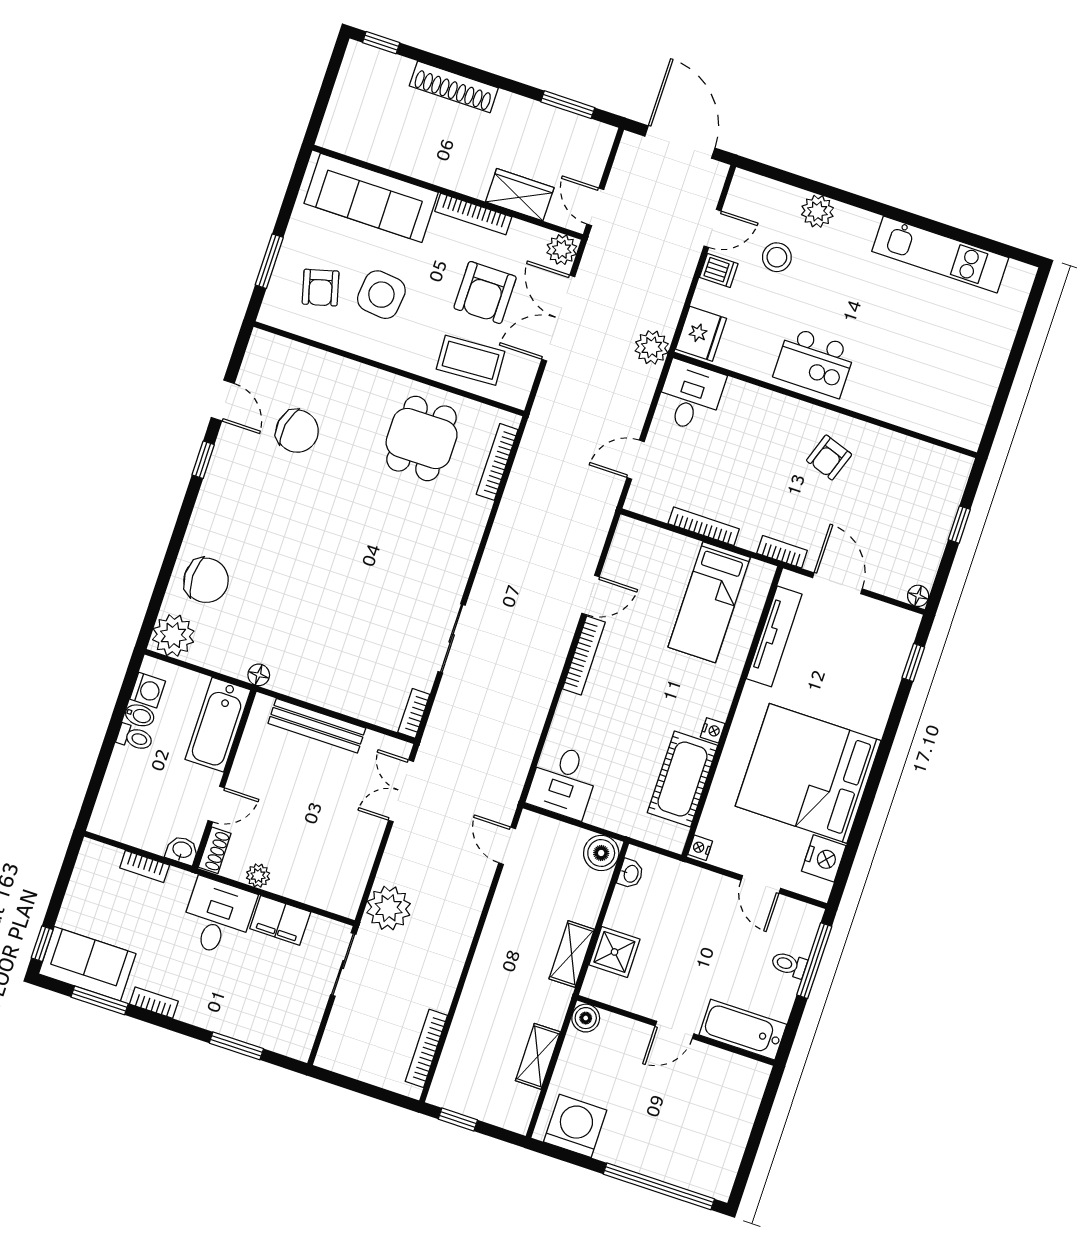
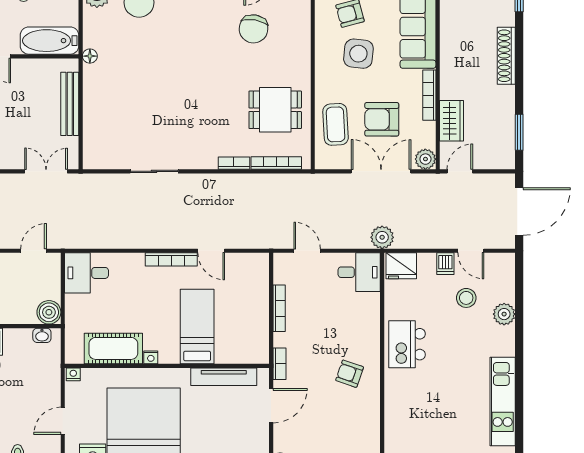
bed: (709, 602) -> (197, 327), moved, turned 90
bookcase: (414, 713) -> (234, 163), moved

